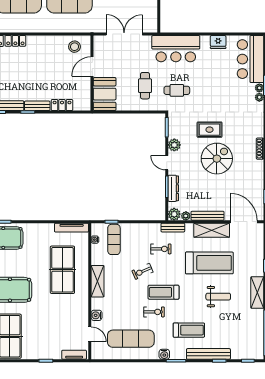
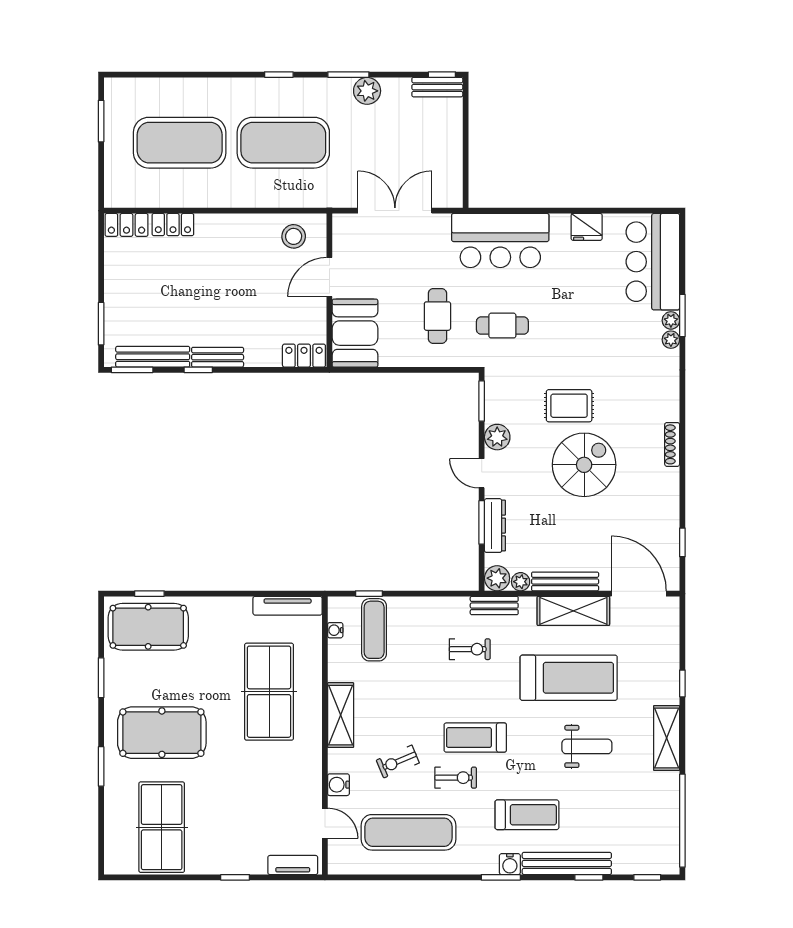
locker: (62, 105) -> (304, 356), moved
exercise bike: (143, 271) -> (398, 762), moved
water cooler: (164, 354) -> (510, 864), moved

